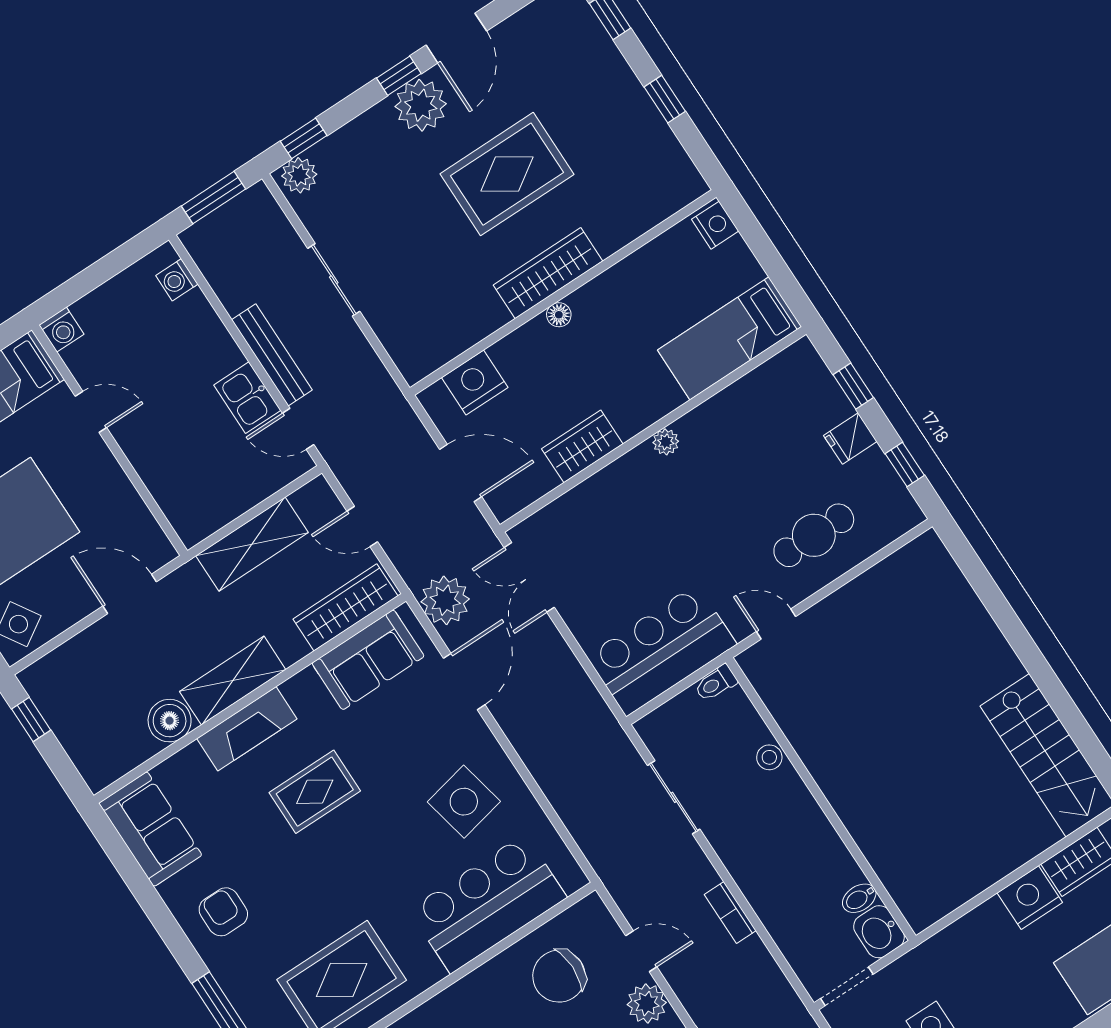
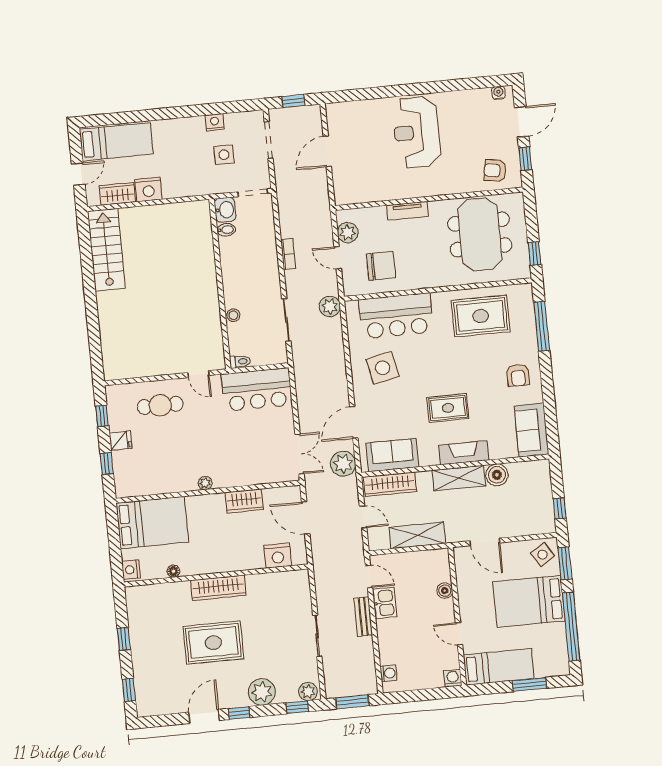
plant: (421, 105) -> (262, 692), moved
floor lamp: (559, 315) -> (173, 571), moved
bed: (730, 338) -> (152, 523), width x1.50
bench: (272, 355) -> (363, 617), width x0.73
boiler: (155, 474) -> (445, 591), added
plant: (611, 860) -> (330, 306), added

